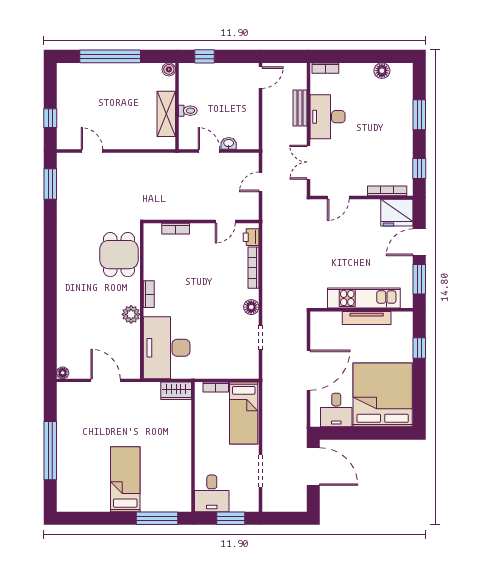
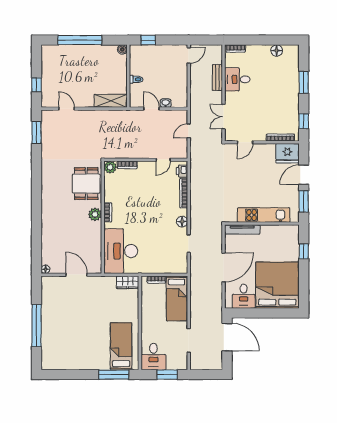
shelving: (166, 114) -> (111, 101), moved, turned 90
desk: (328, 117) -> (237, 79), width x0.73
plant: (152, 232) -> (110, 167), added
plant: (131, 314) -> (95, 214), moved
tv unit: (367, 318) -> (242, 230), moved
bed: (125, 479) -> (121, 346), moved

